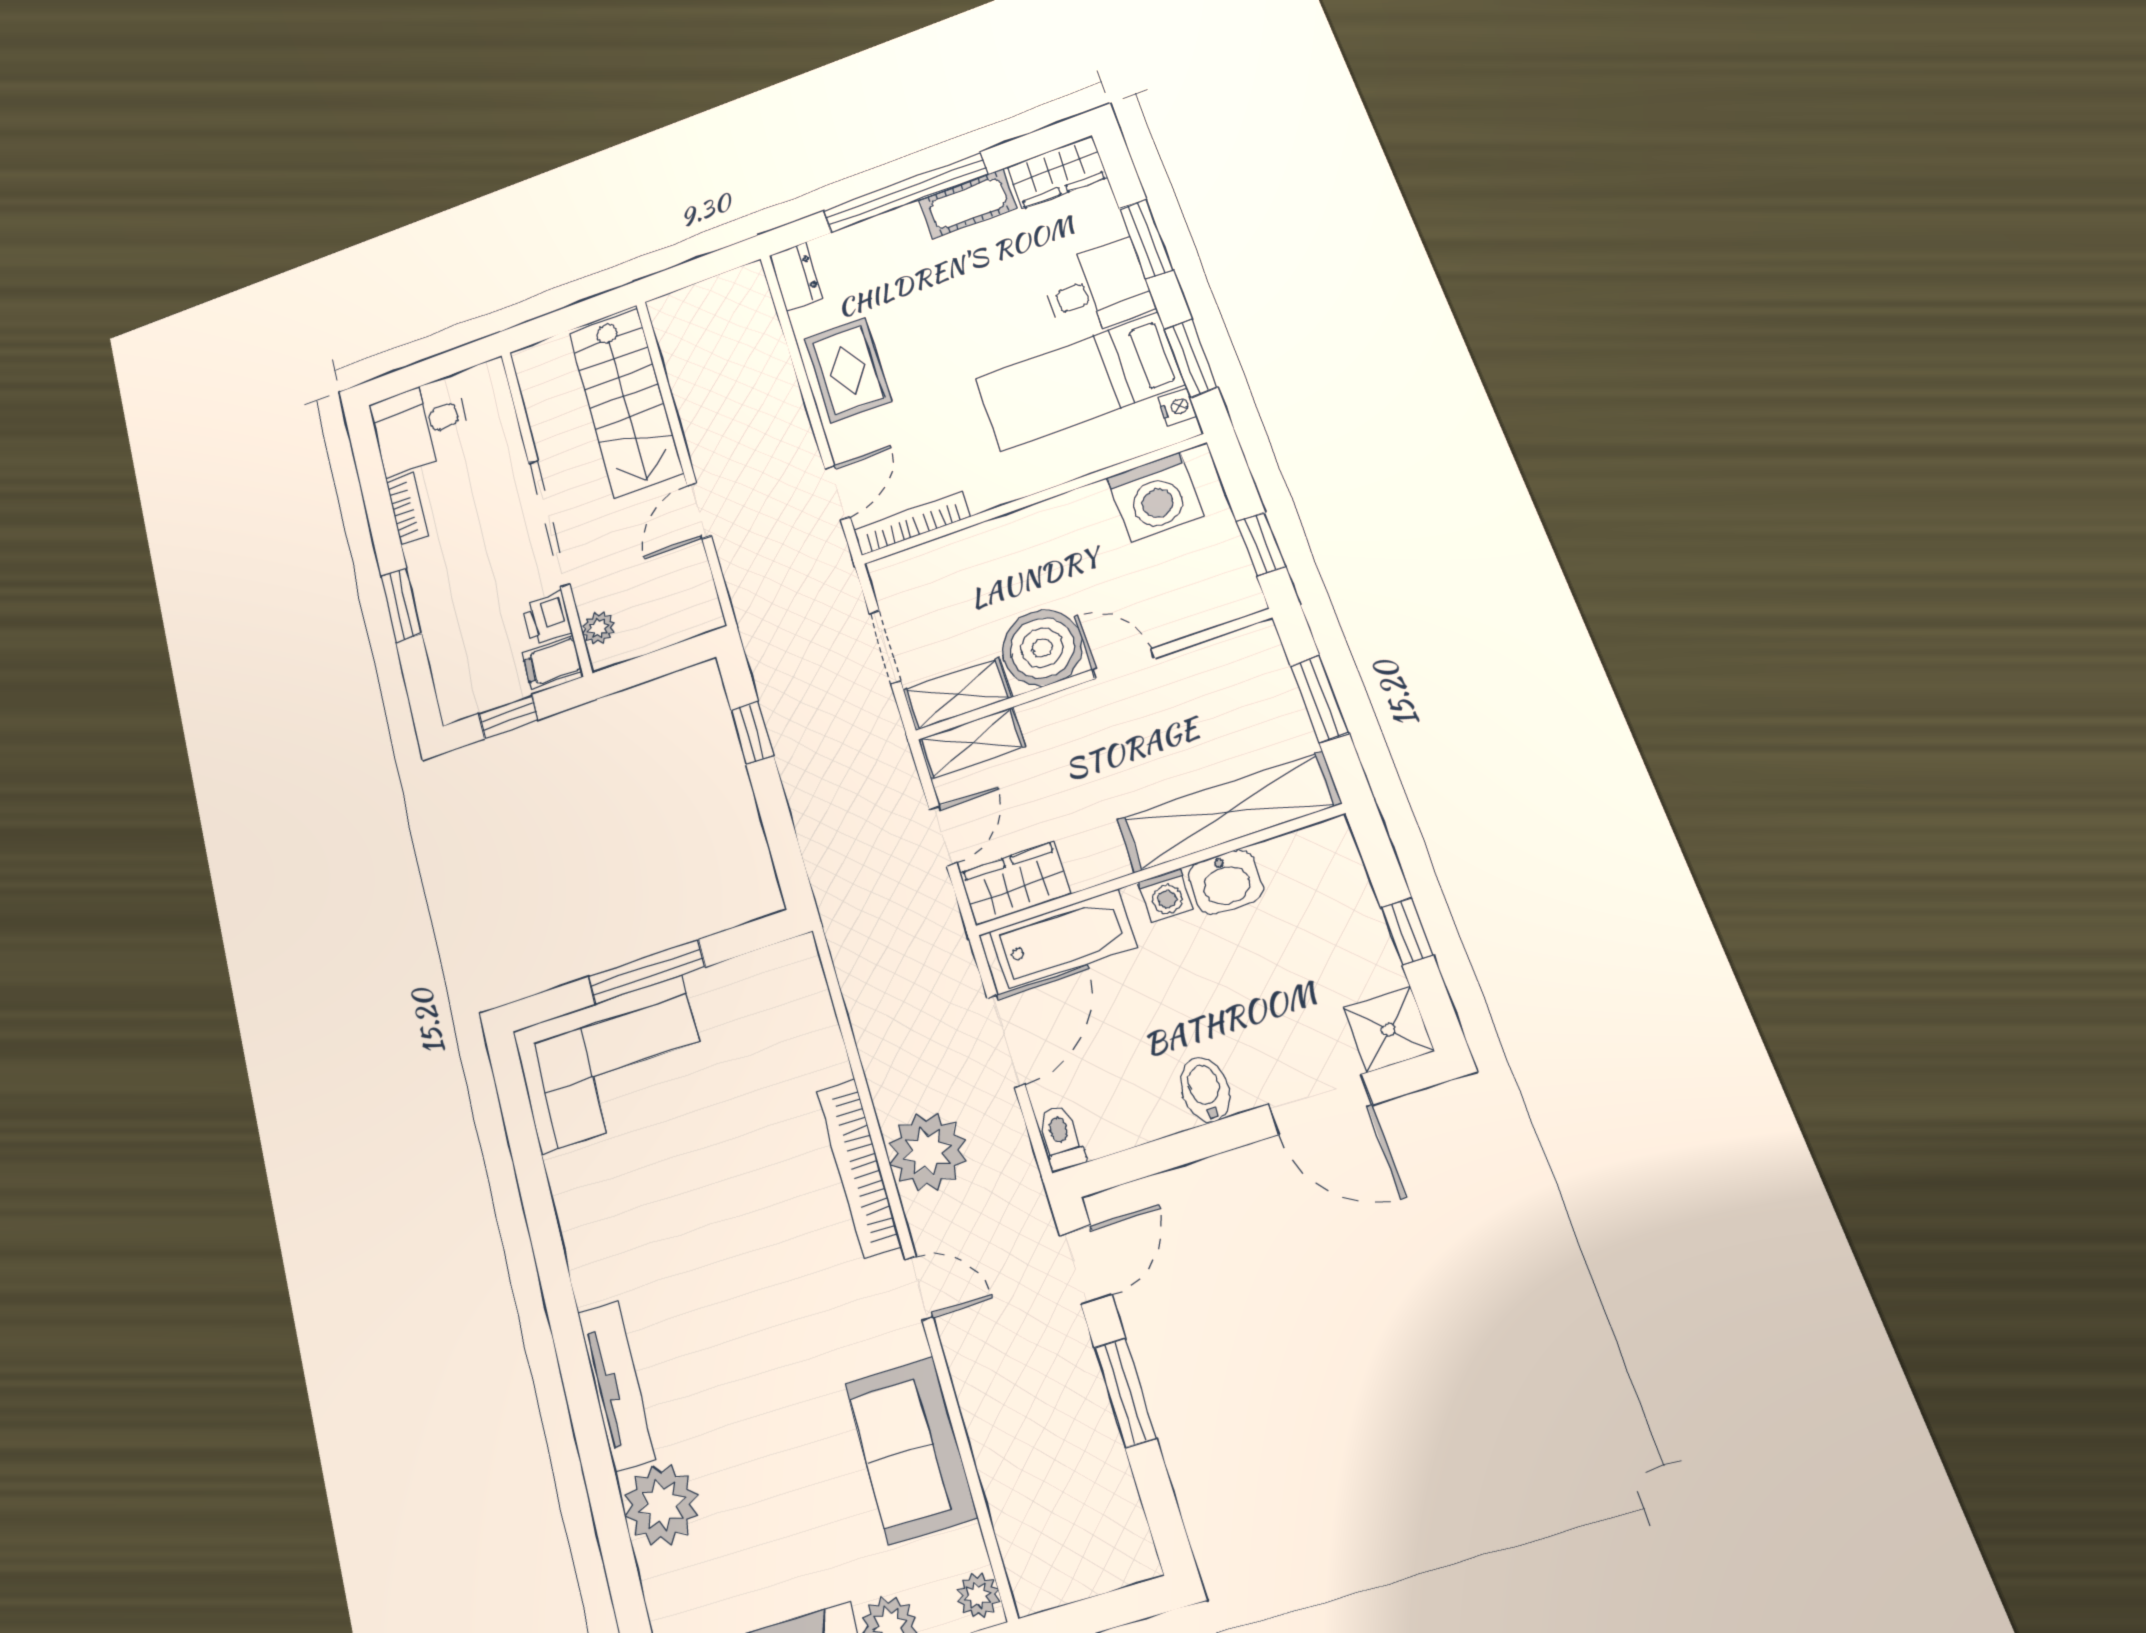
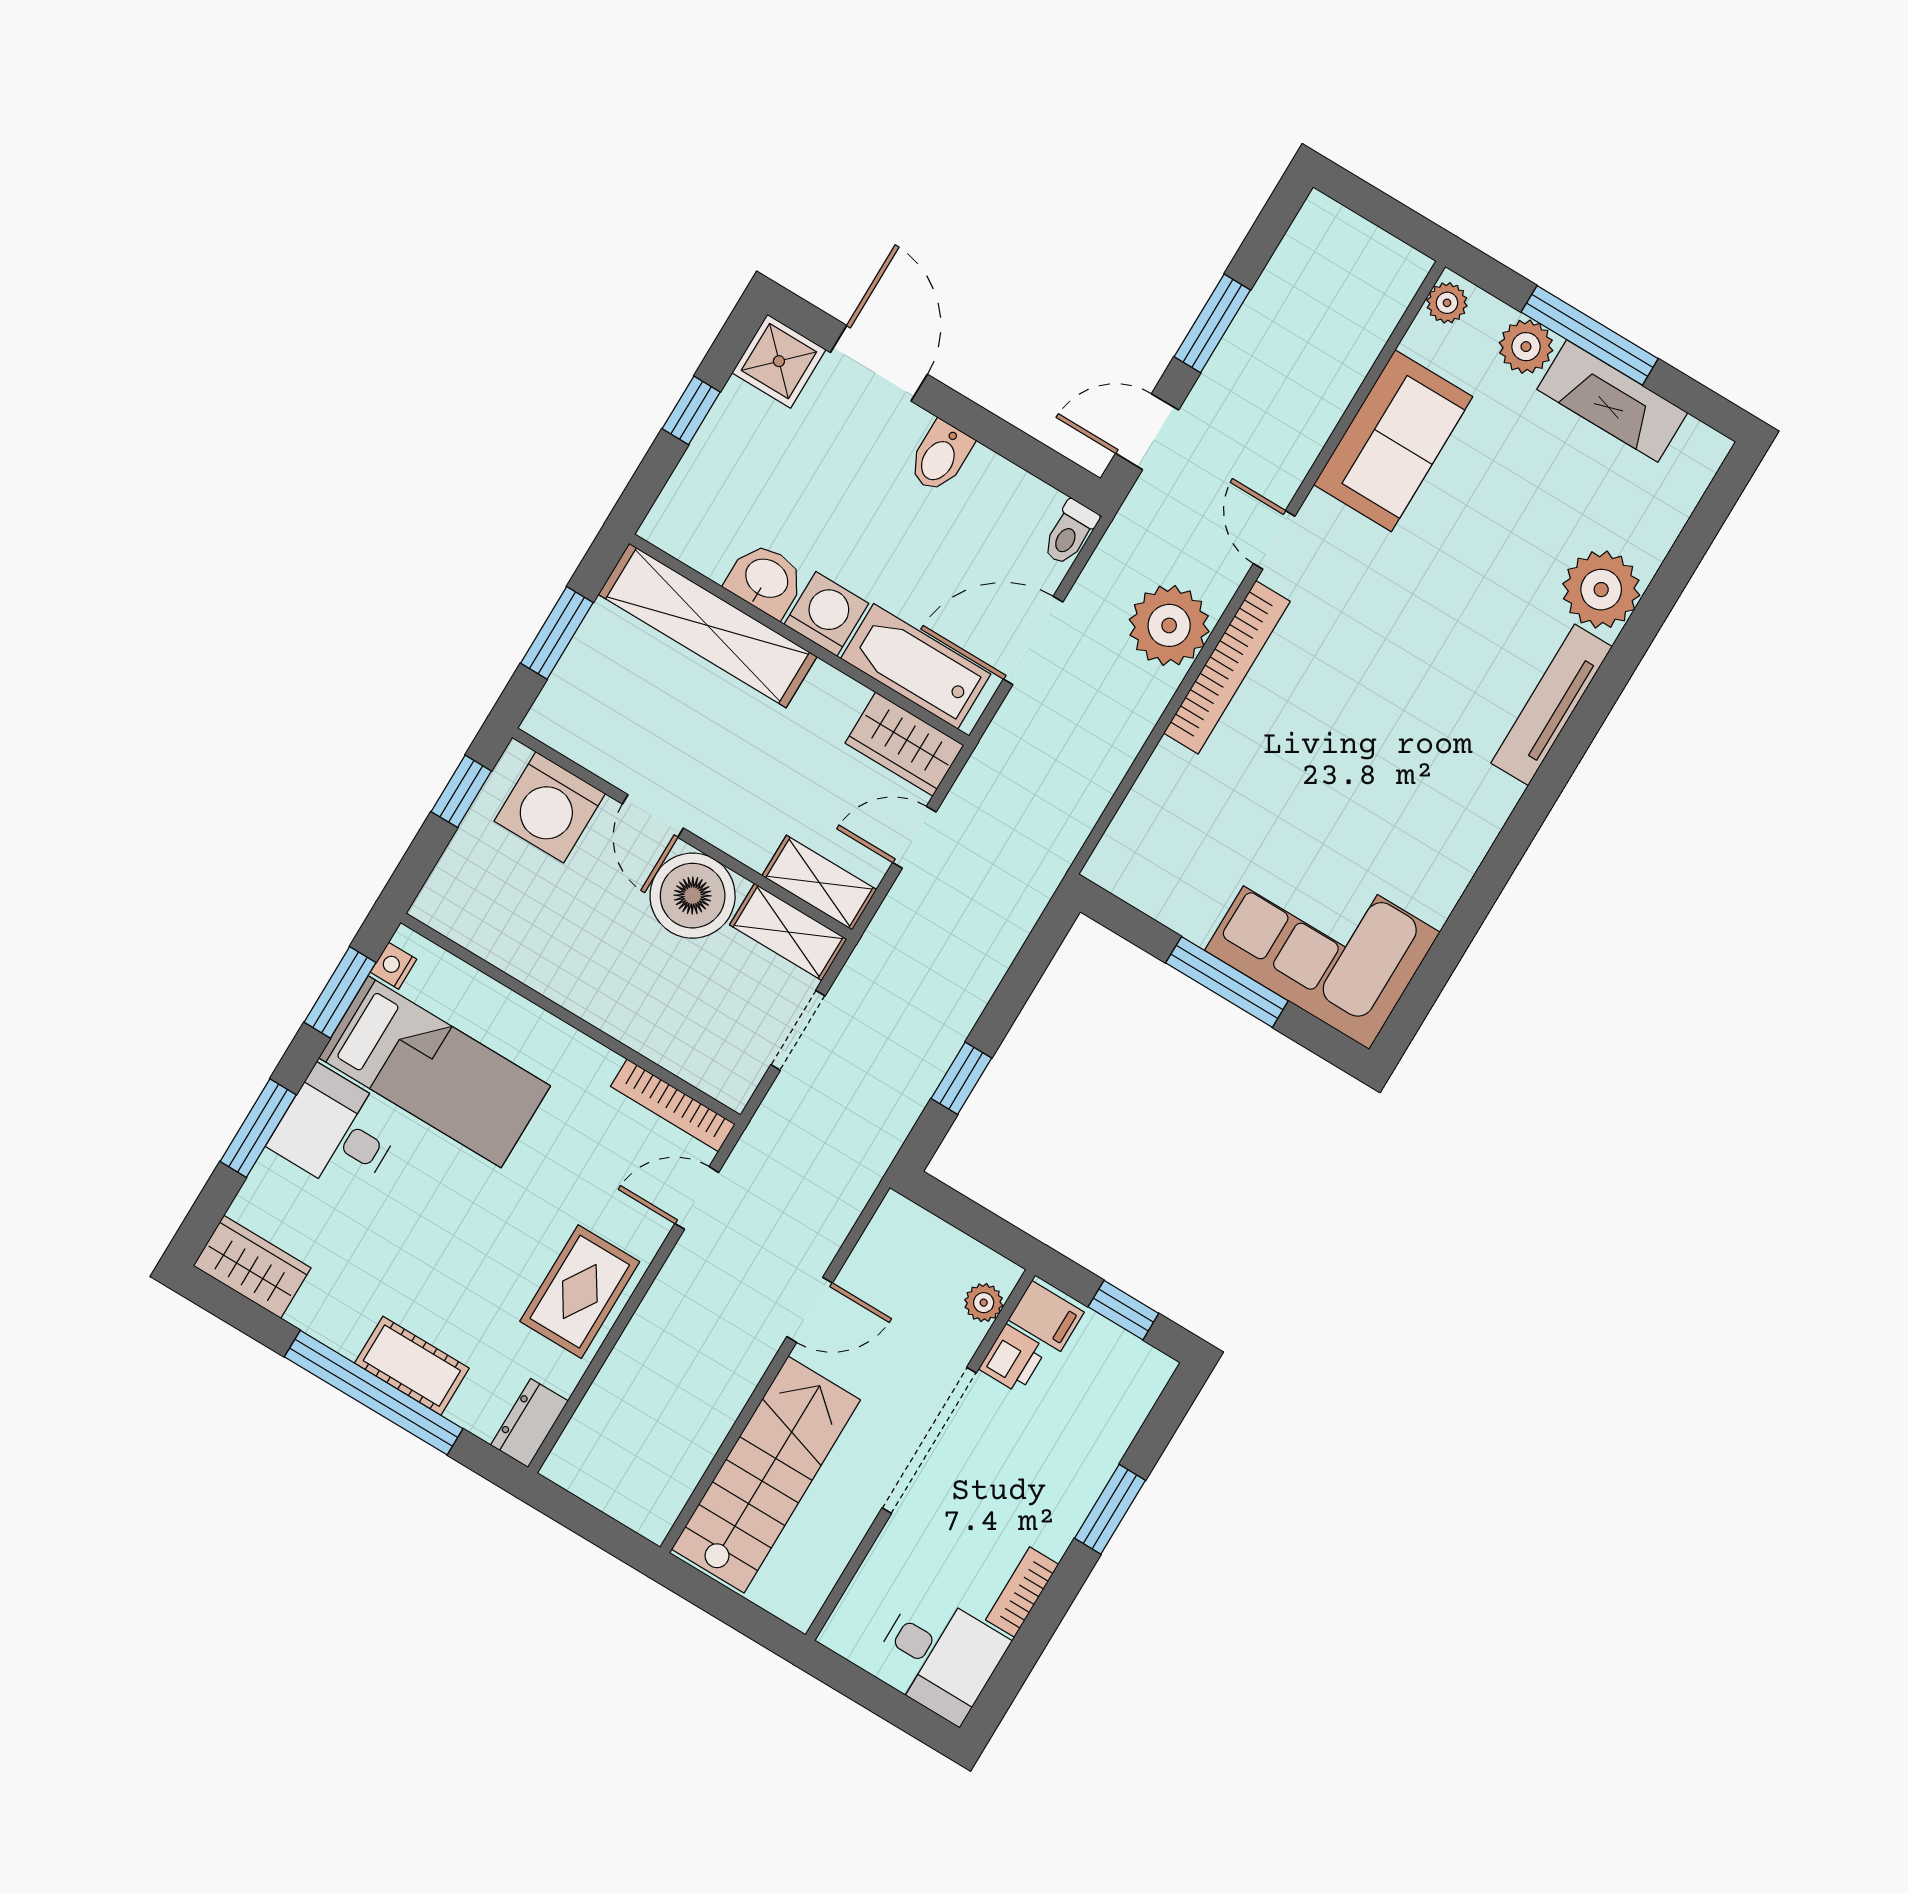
cot: (968, 203) -> (412, 1366), moved
washing machine: (1155, 497) -> (550, 807), moved, turned 180
washing machine: (1166, 895) -> (826, 614), width x1.38, depth x1.38

